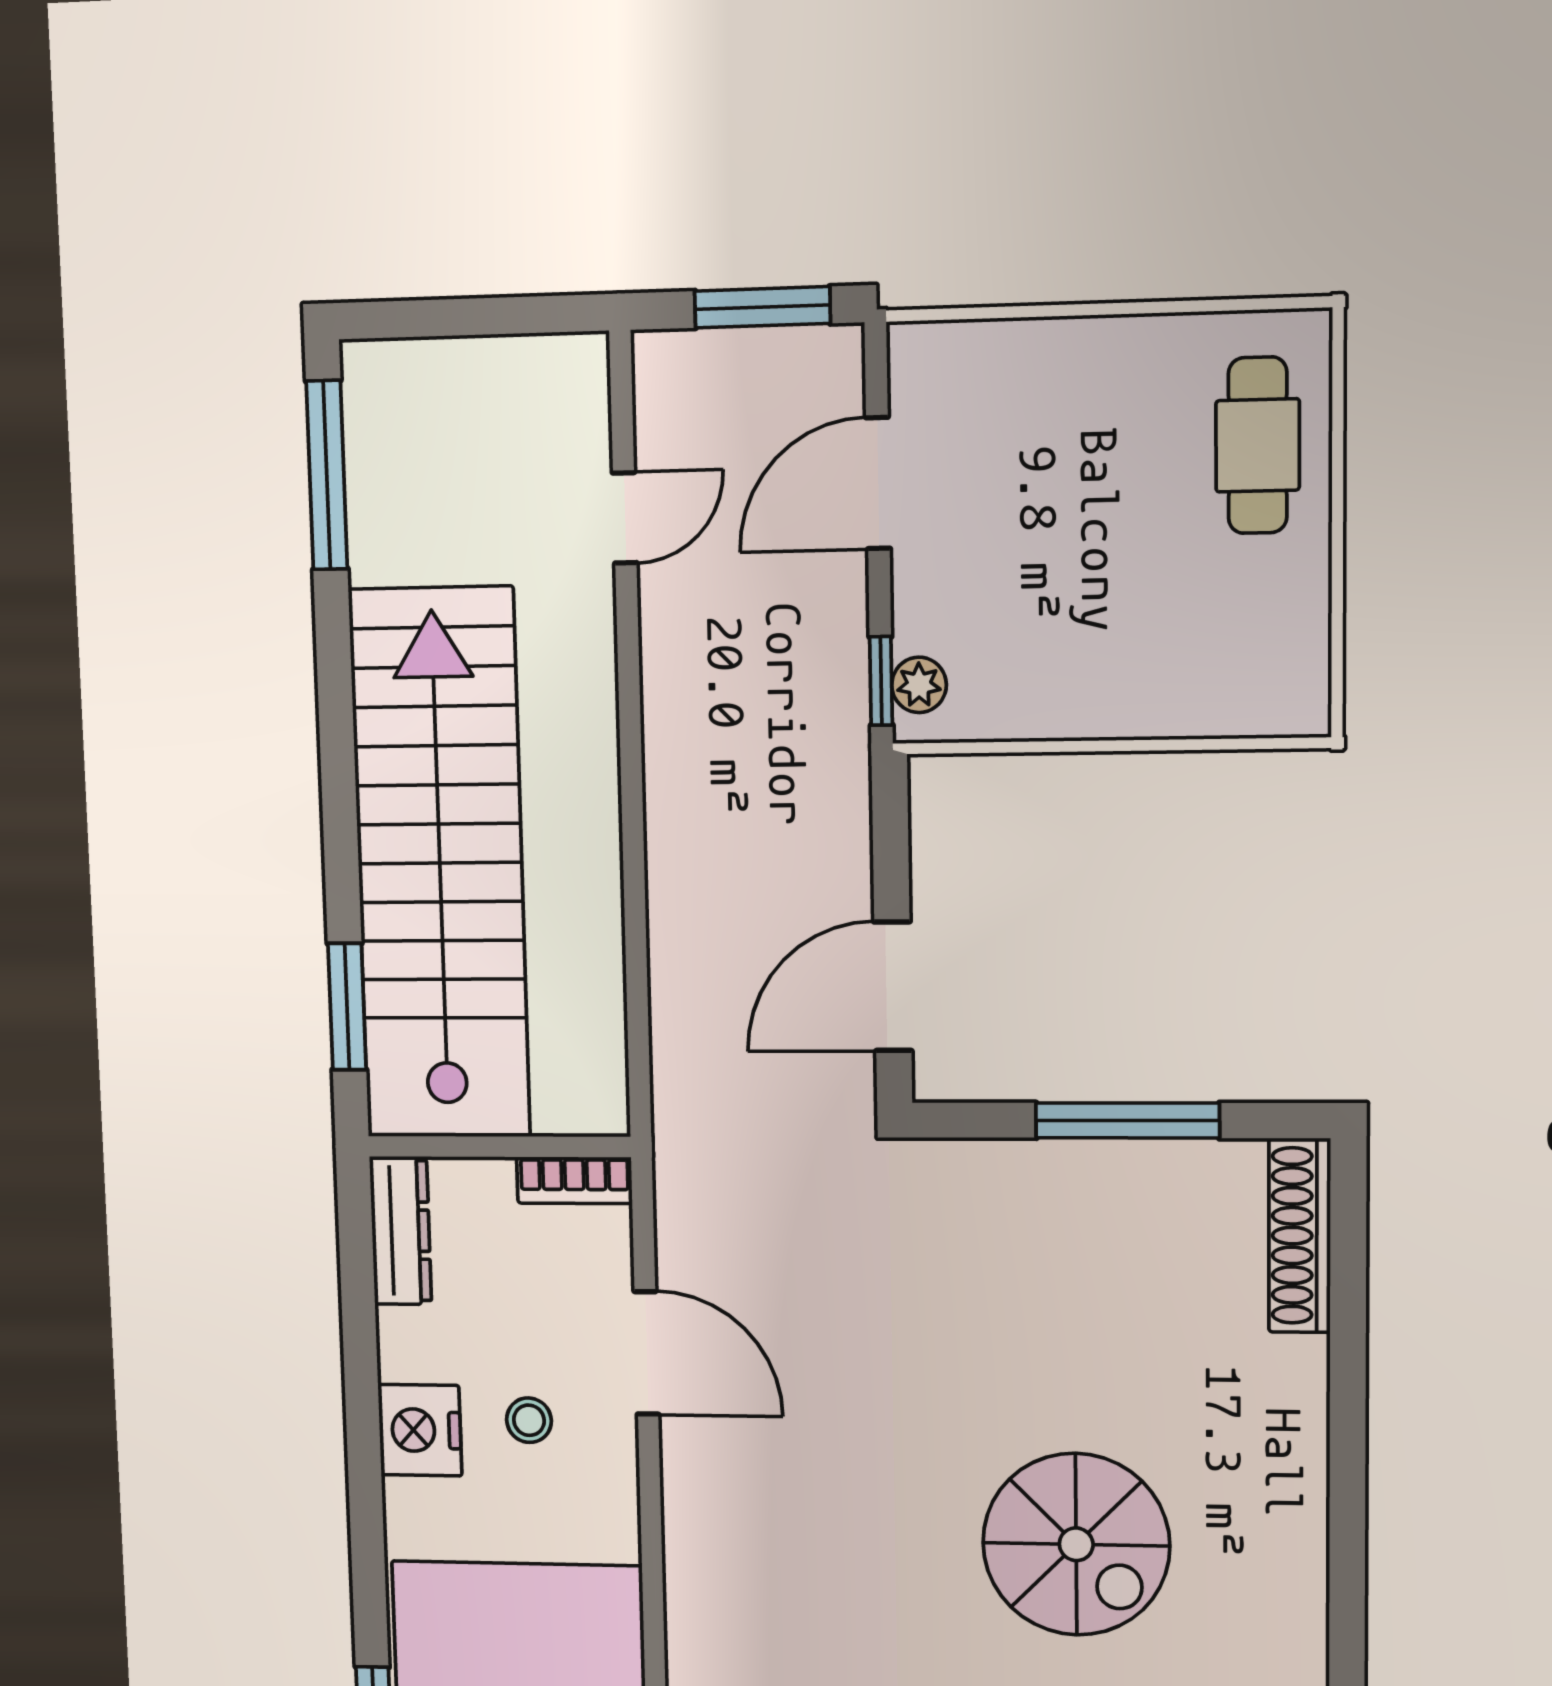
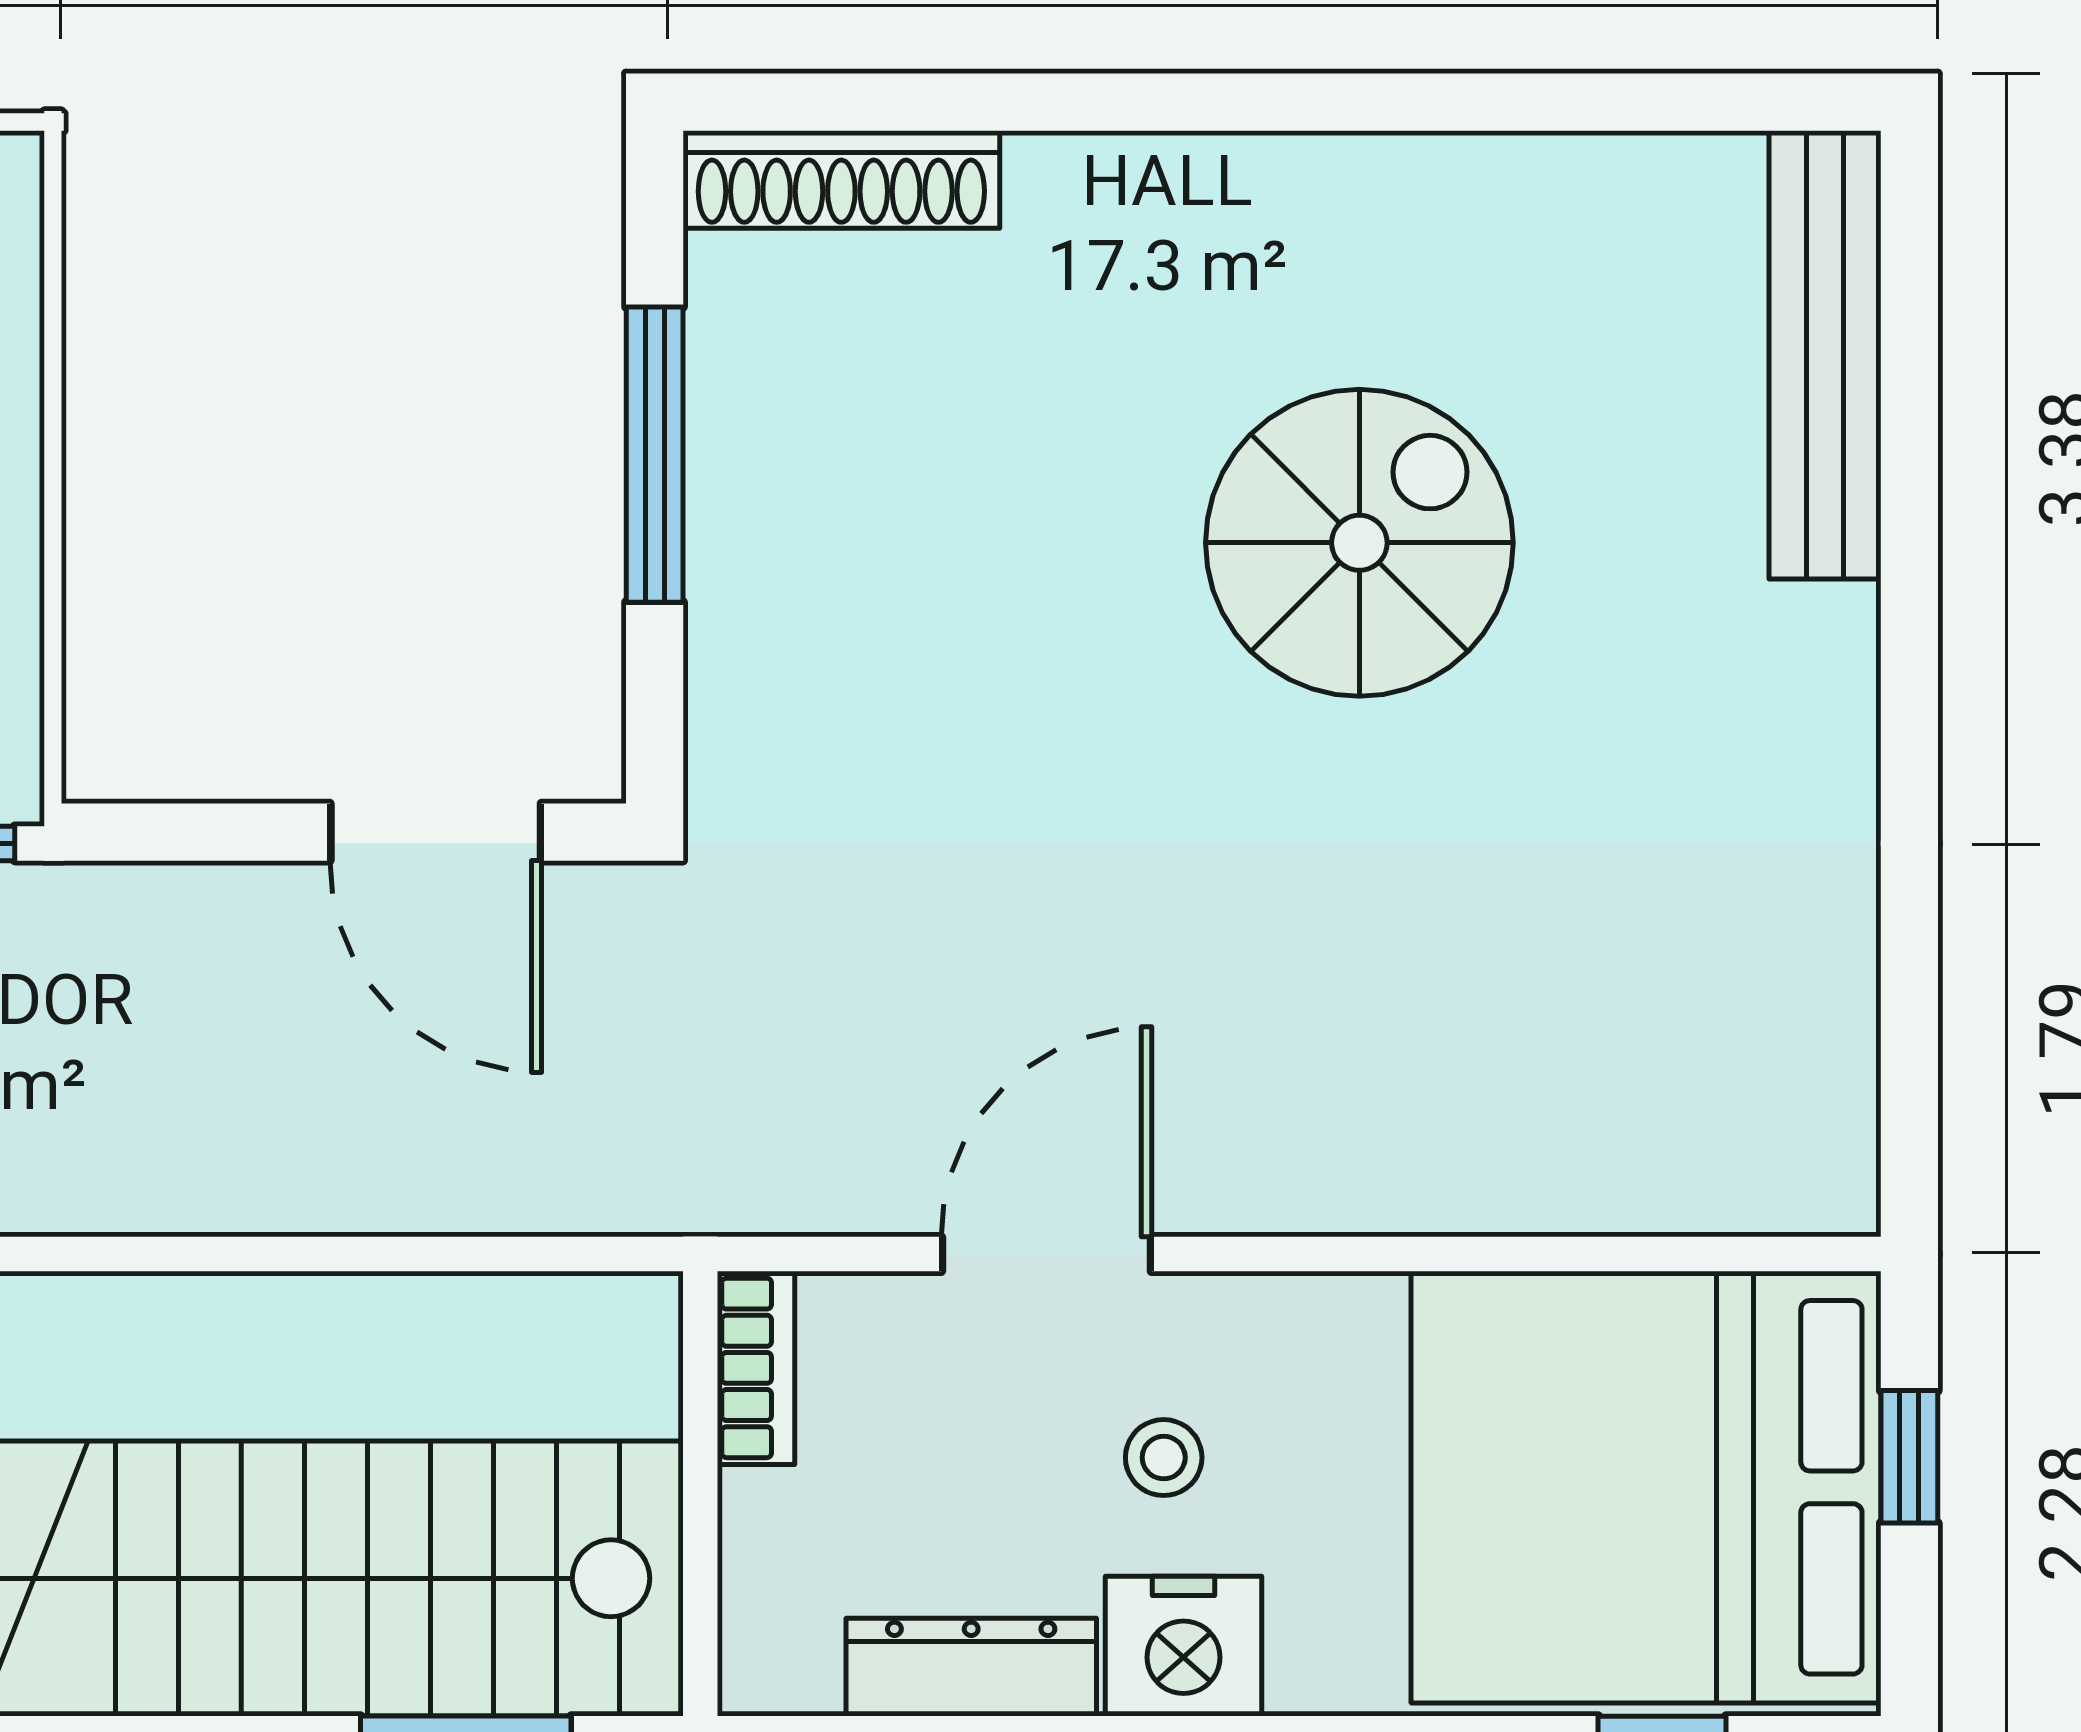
dresser: (401, 1231) -> (971, 1667), moved

